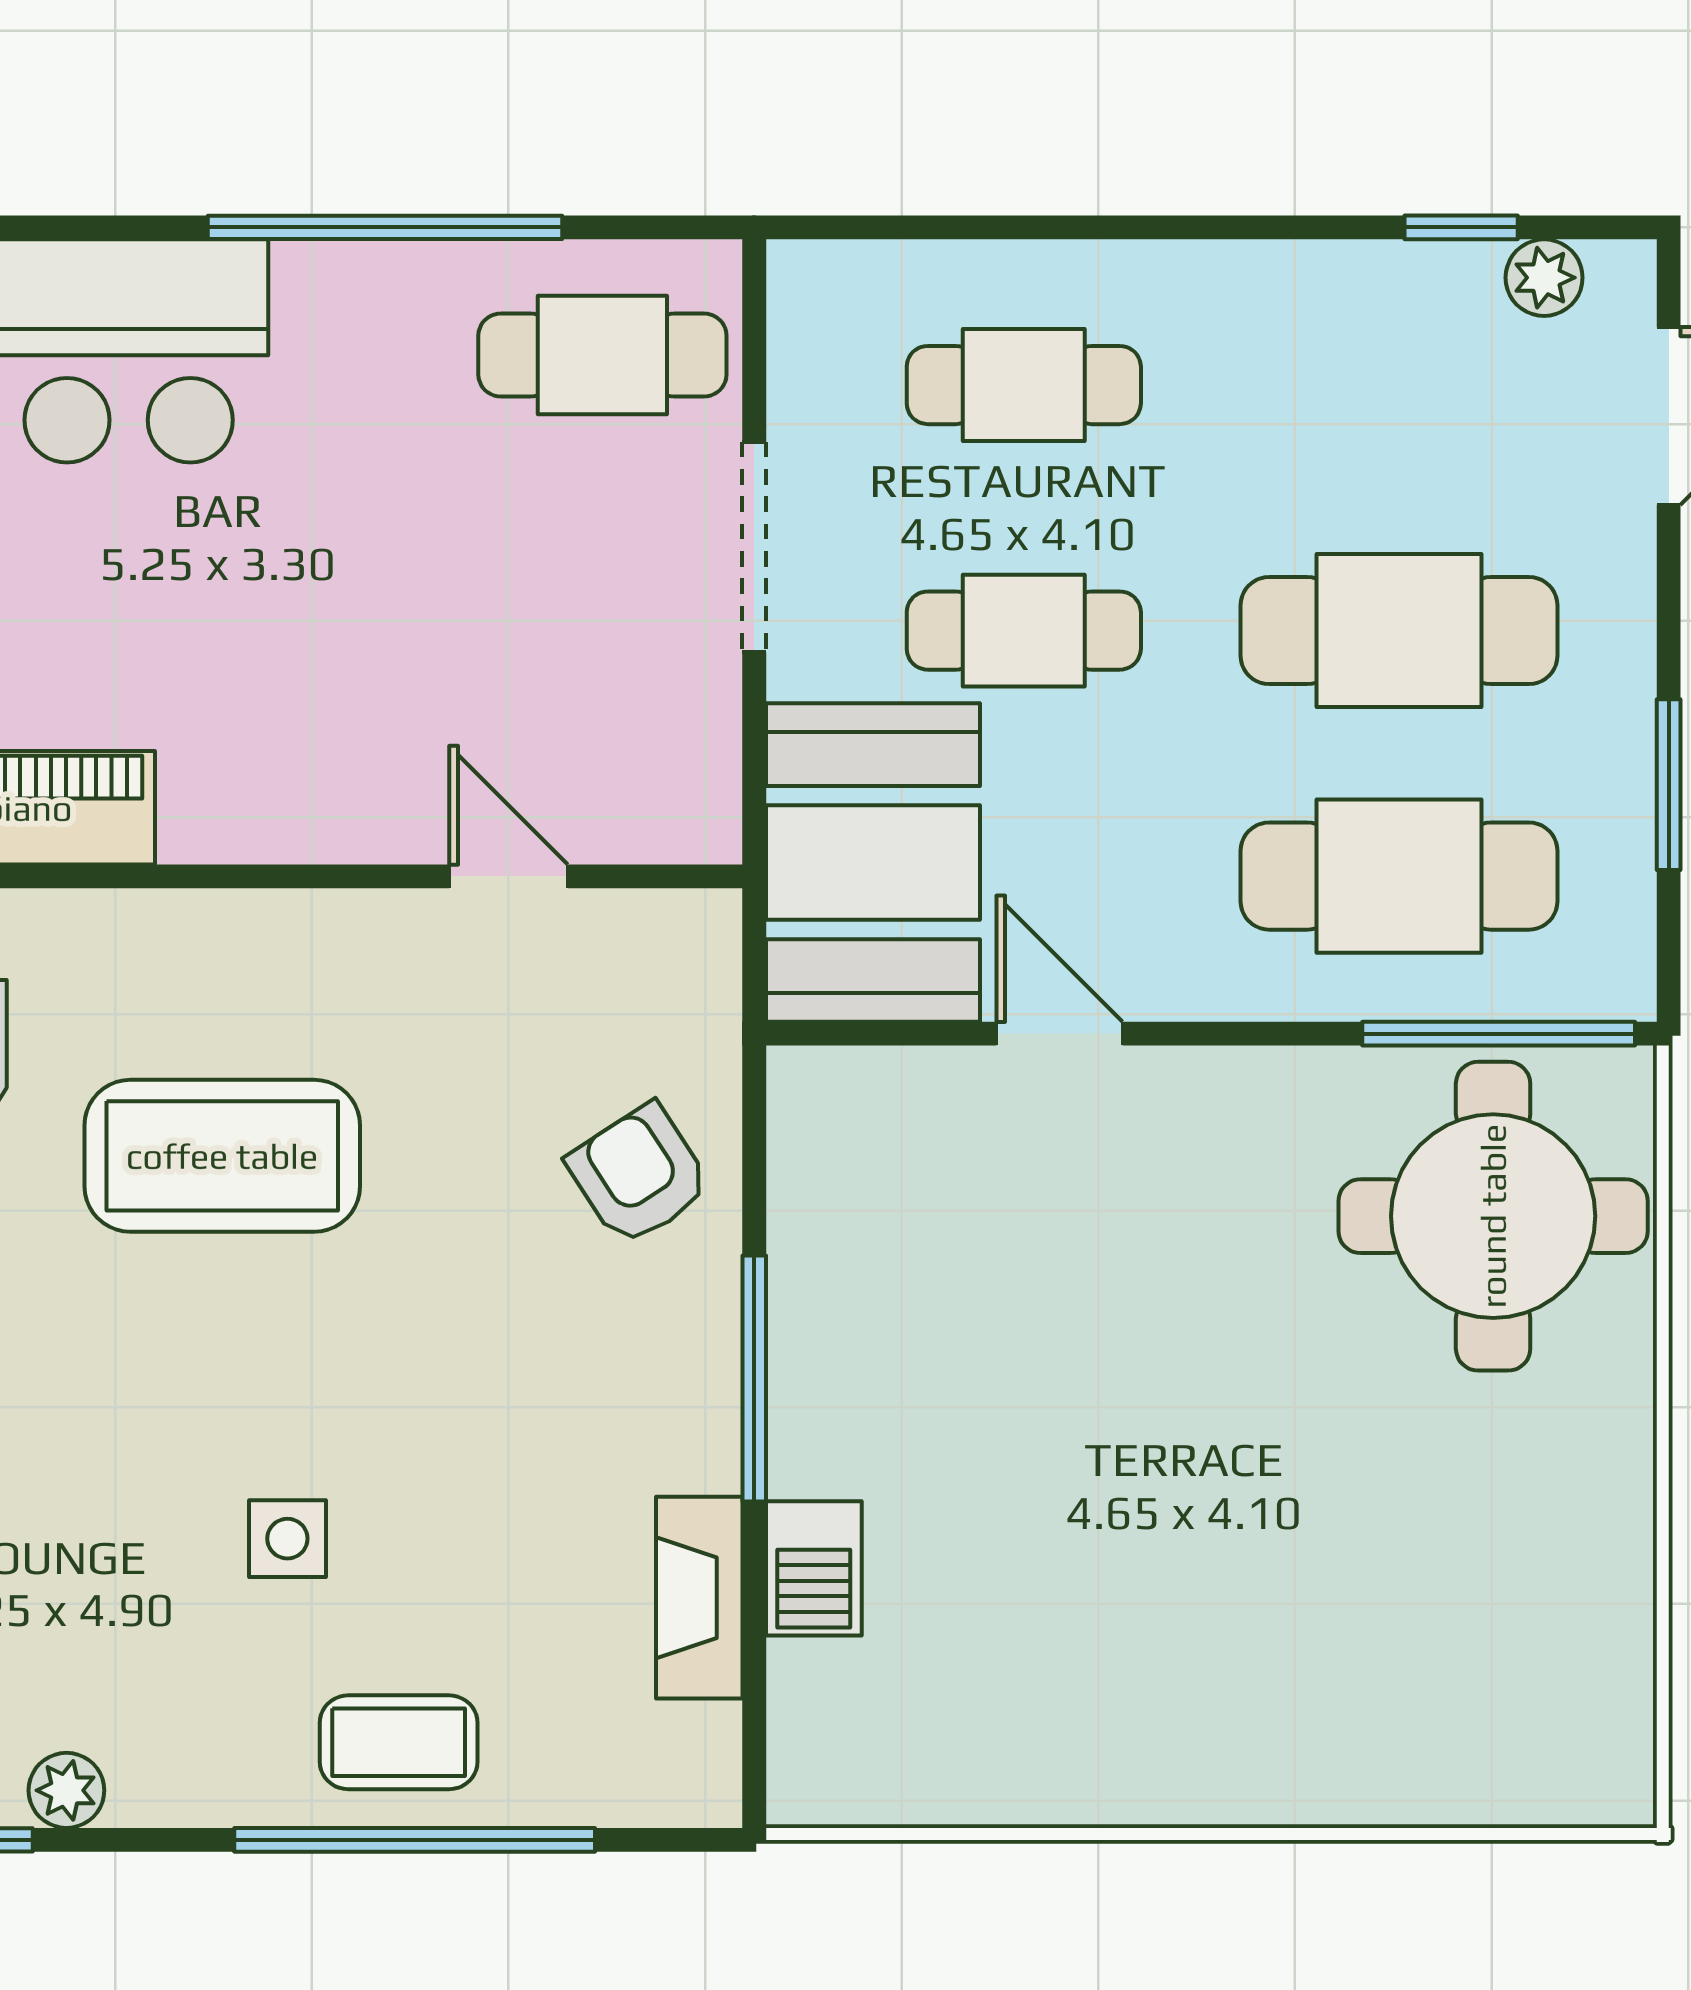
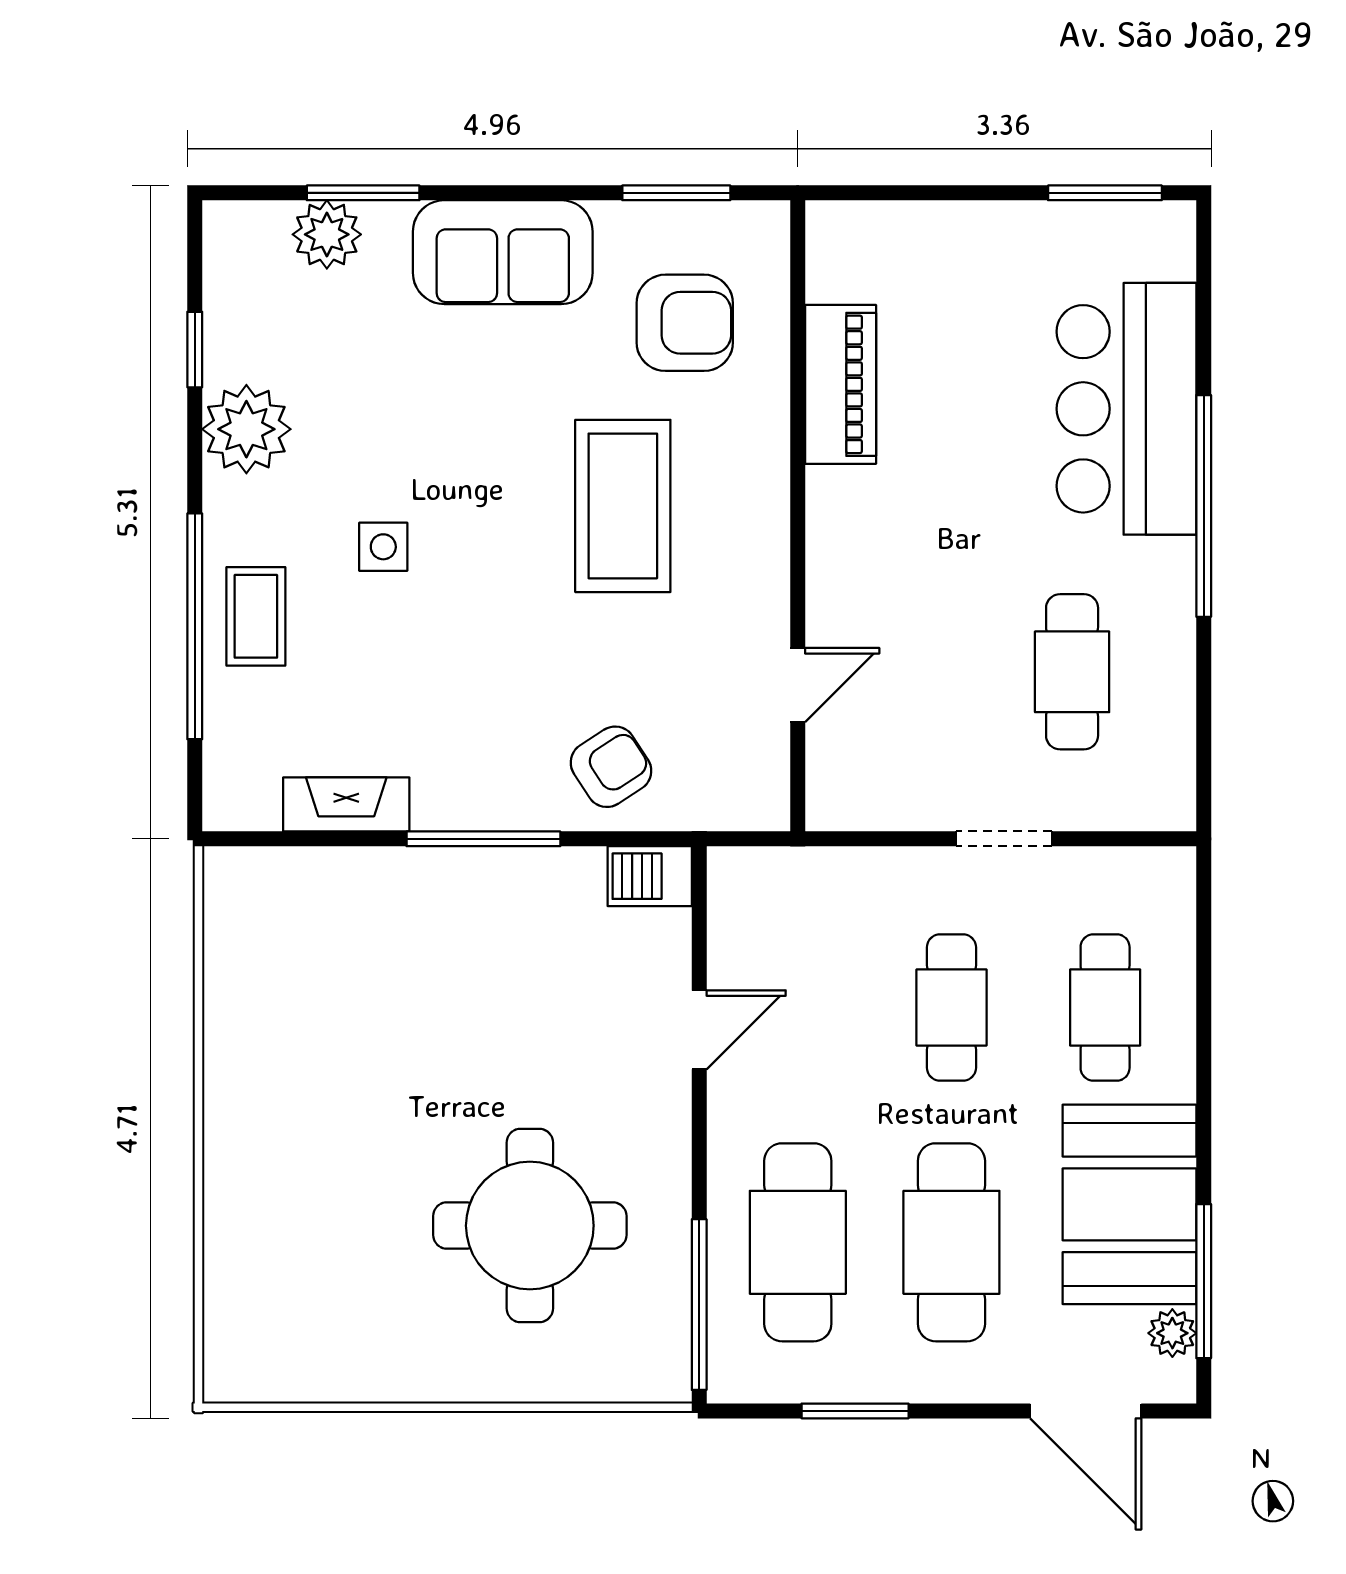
window: (385, 227) -> (1204, 506), moved
window: (1461, 227) -> (1204, 1281), width x2.17
cafe table: (602, 355) -> (1072, 672), moved
doorway: (754, 547) -> (1004, 839), width x0.73
booth: (873, 863) -> (1129, 1204), moved, turned 90
round table: (1493, 1216) -> (530, 1226), moved
barbecue: (814, 1568) -> (650, 876), moved
plant: (66, 1790) -> (246, 429), width x1.88, depth x1.88

